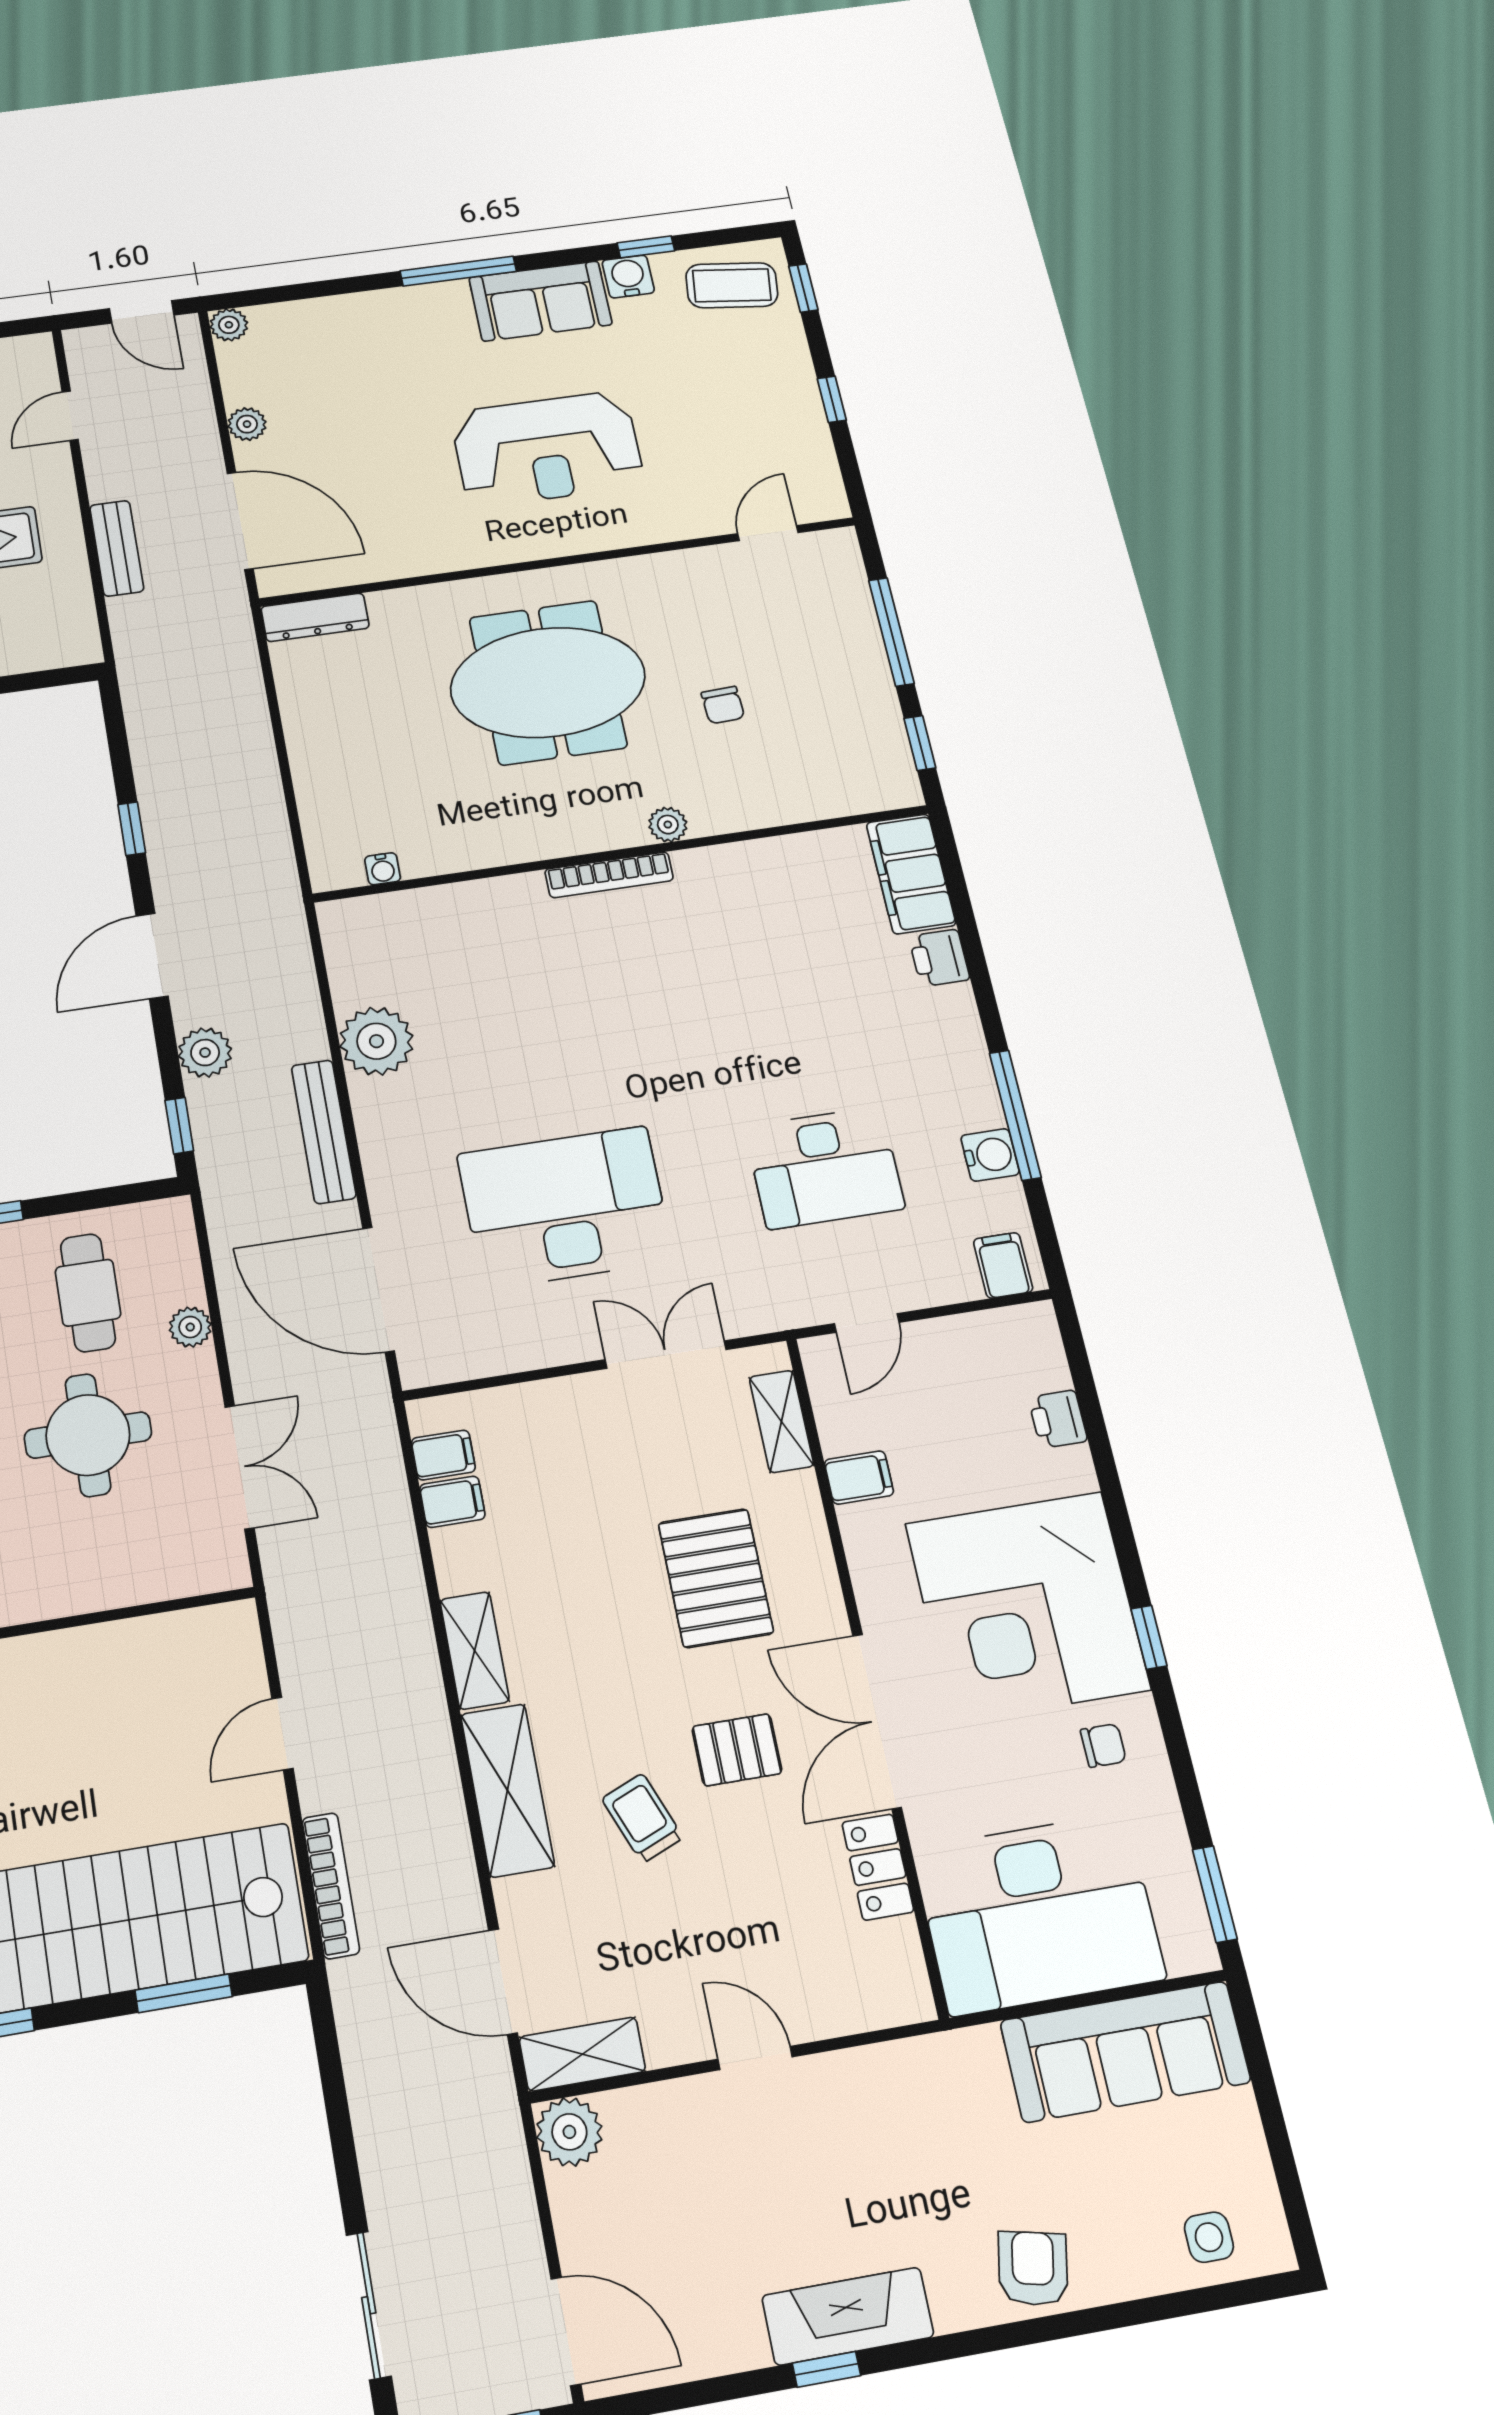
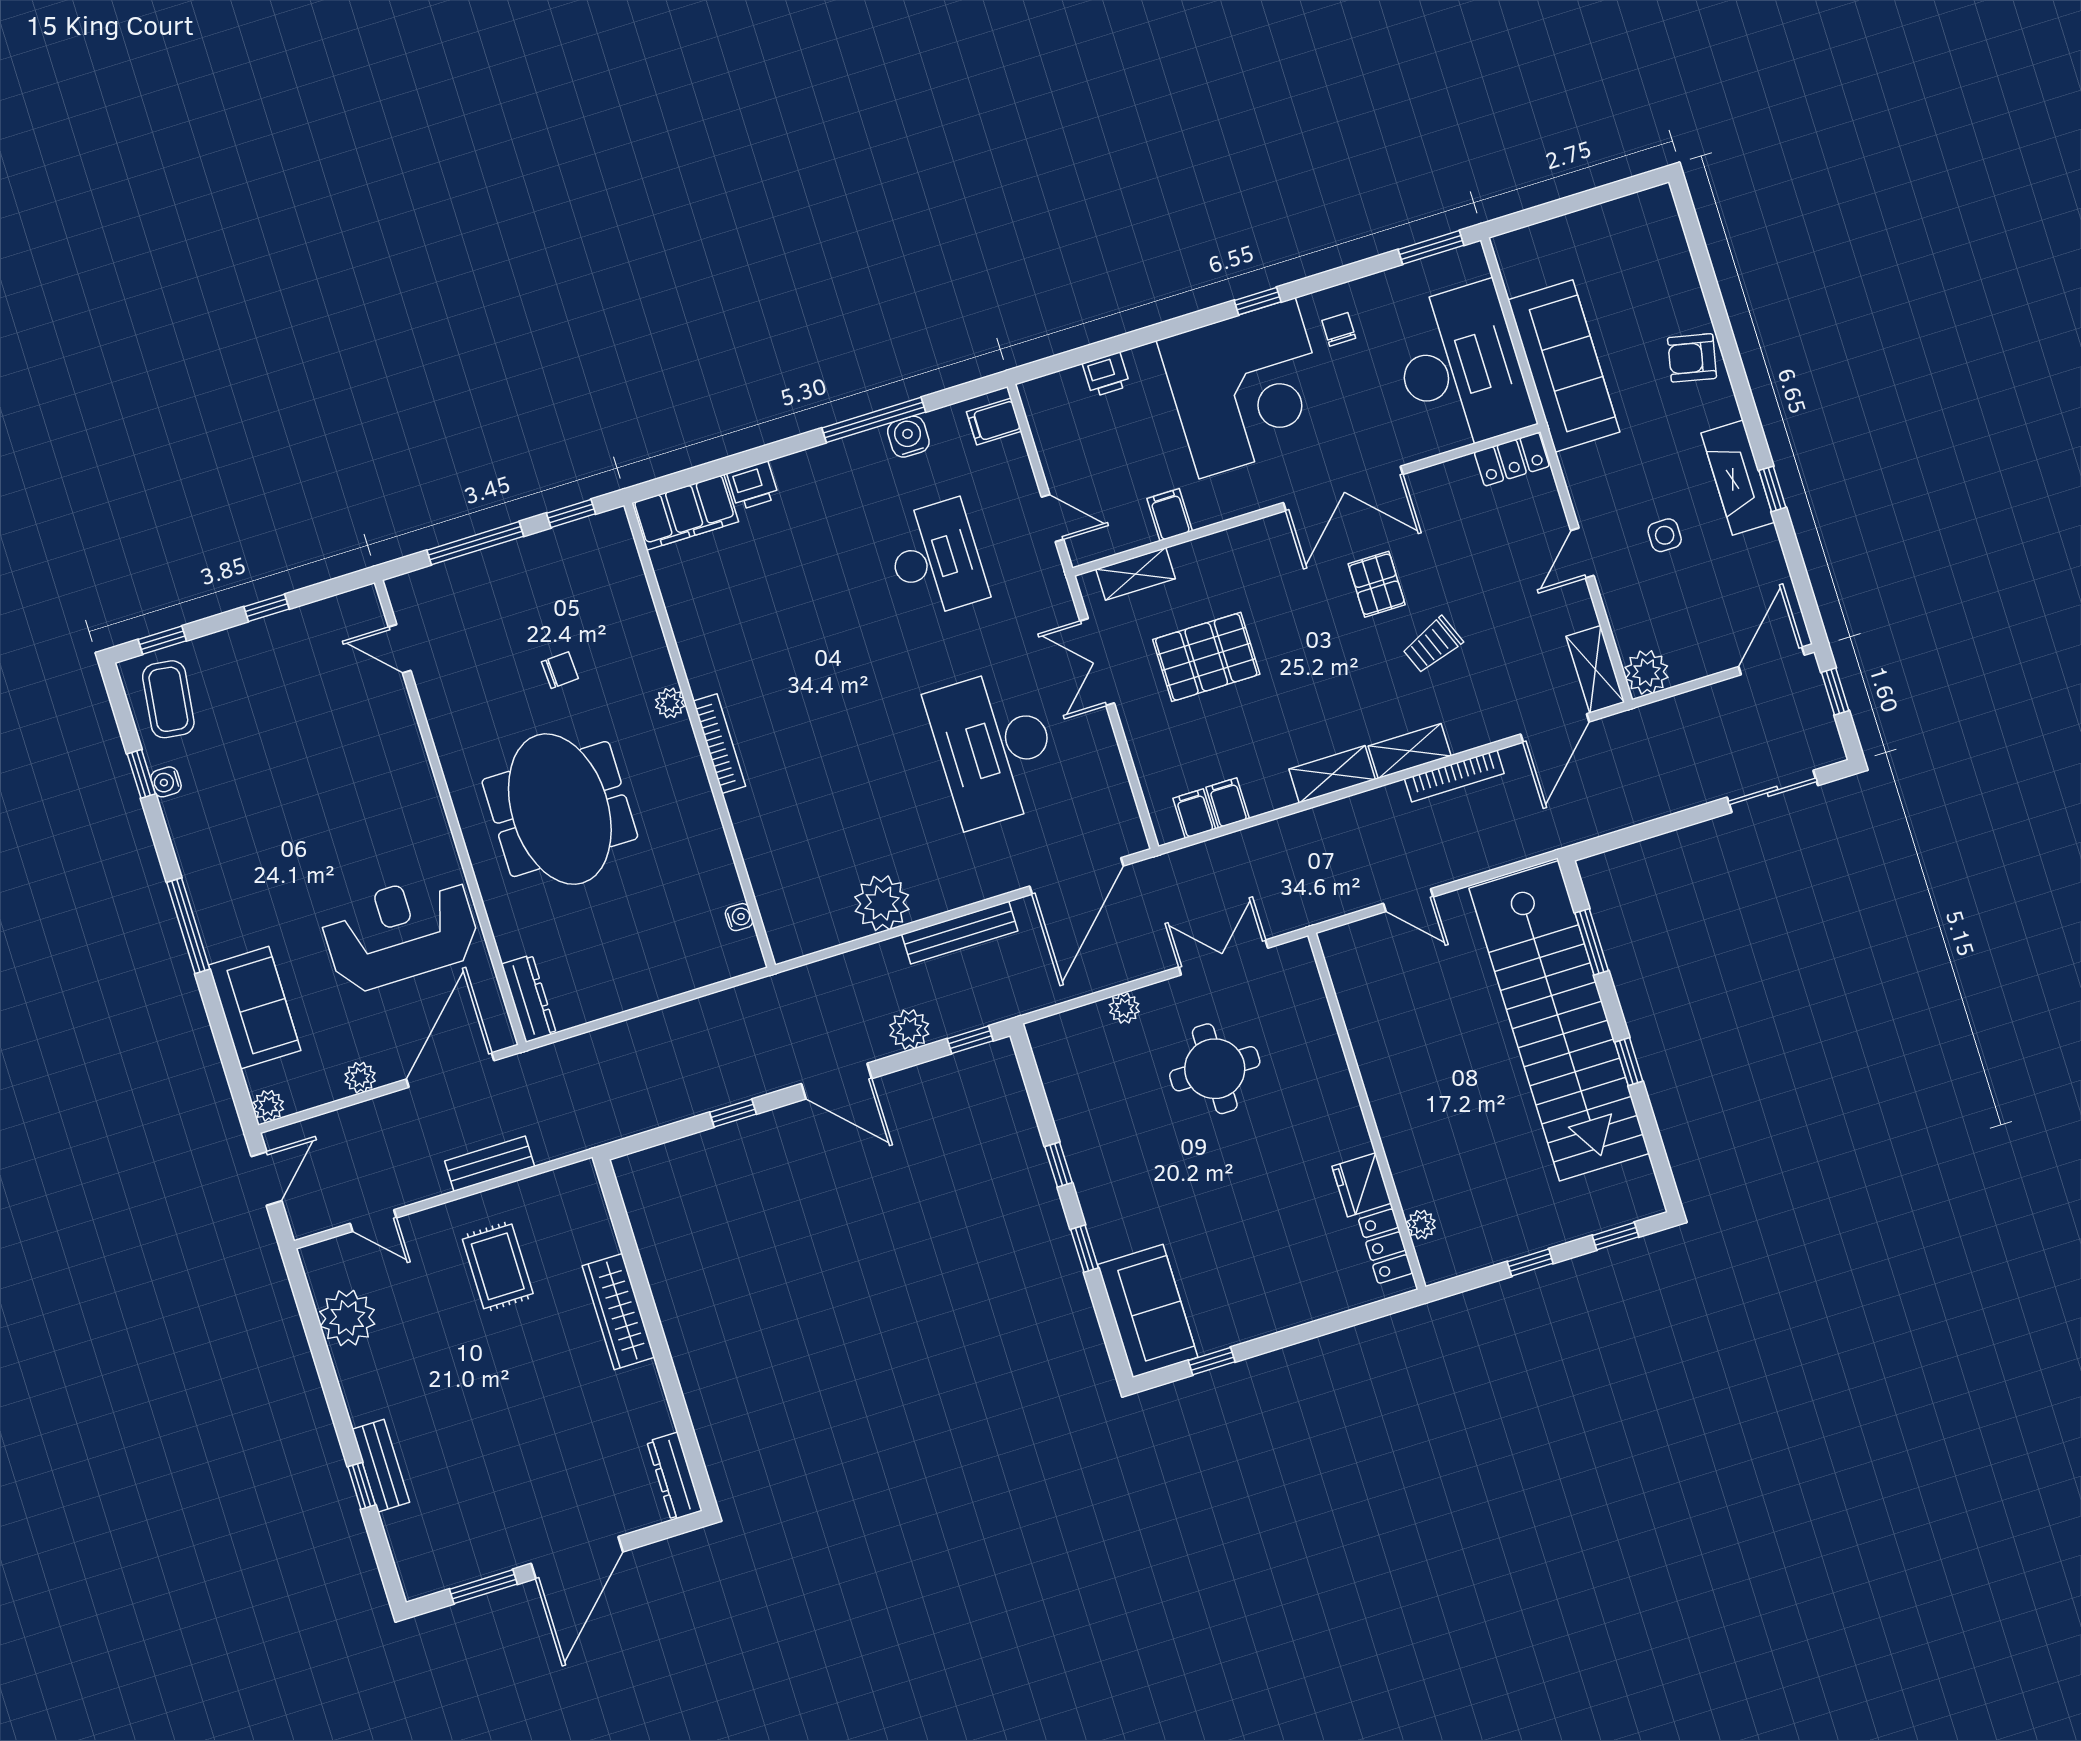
water cooler: (628, 277) -> (166, 782), width x0.72, depth x0.72
sofa: (540, 301) -> (255, 1008), moved
reception desk: (547, 449) -> (400, 932), moved, turned -90
cafe table: (88, 1293) -> (1109, 1086), removed
pallet: (716, 1578) -> (1206, 657), moved
shelving: (507, 1790) -> (1410, 751), width x0.67, depth x0.75
locker: (878, 1867) -> (1512, 459), moved
bookcase: (331, 1886) -> (1454, 776), moved, turned 180
sofa: (1125, 2052) -> (1564, 366), moved
side table: (1209, 2237) -> (1665, 535), moved

